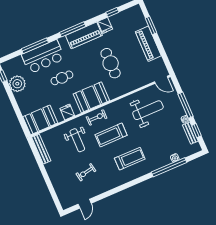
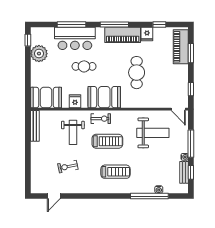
piano: (148, 44) -> (181, 47), moved
window: (165, 57) -> (191, 89), added
treadmill: (111, 135) -> (107, 141), turned 180

